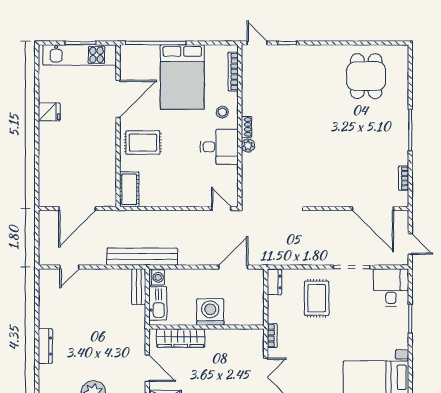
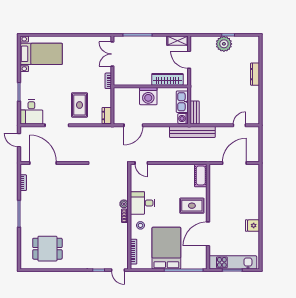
dining table: (366, 76) -> (47, 249), turned 90

